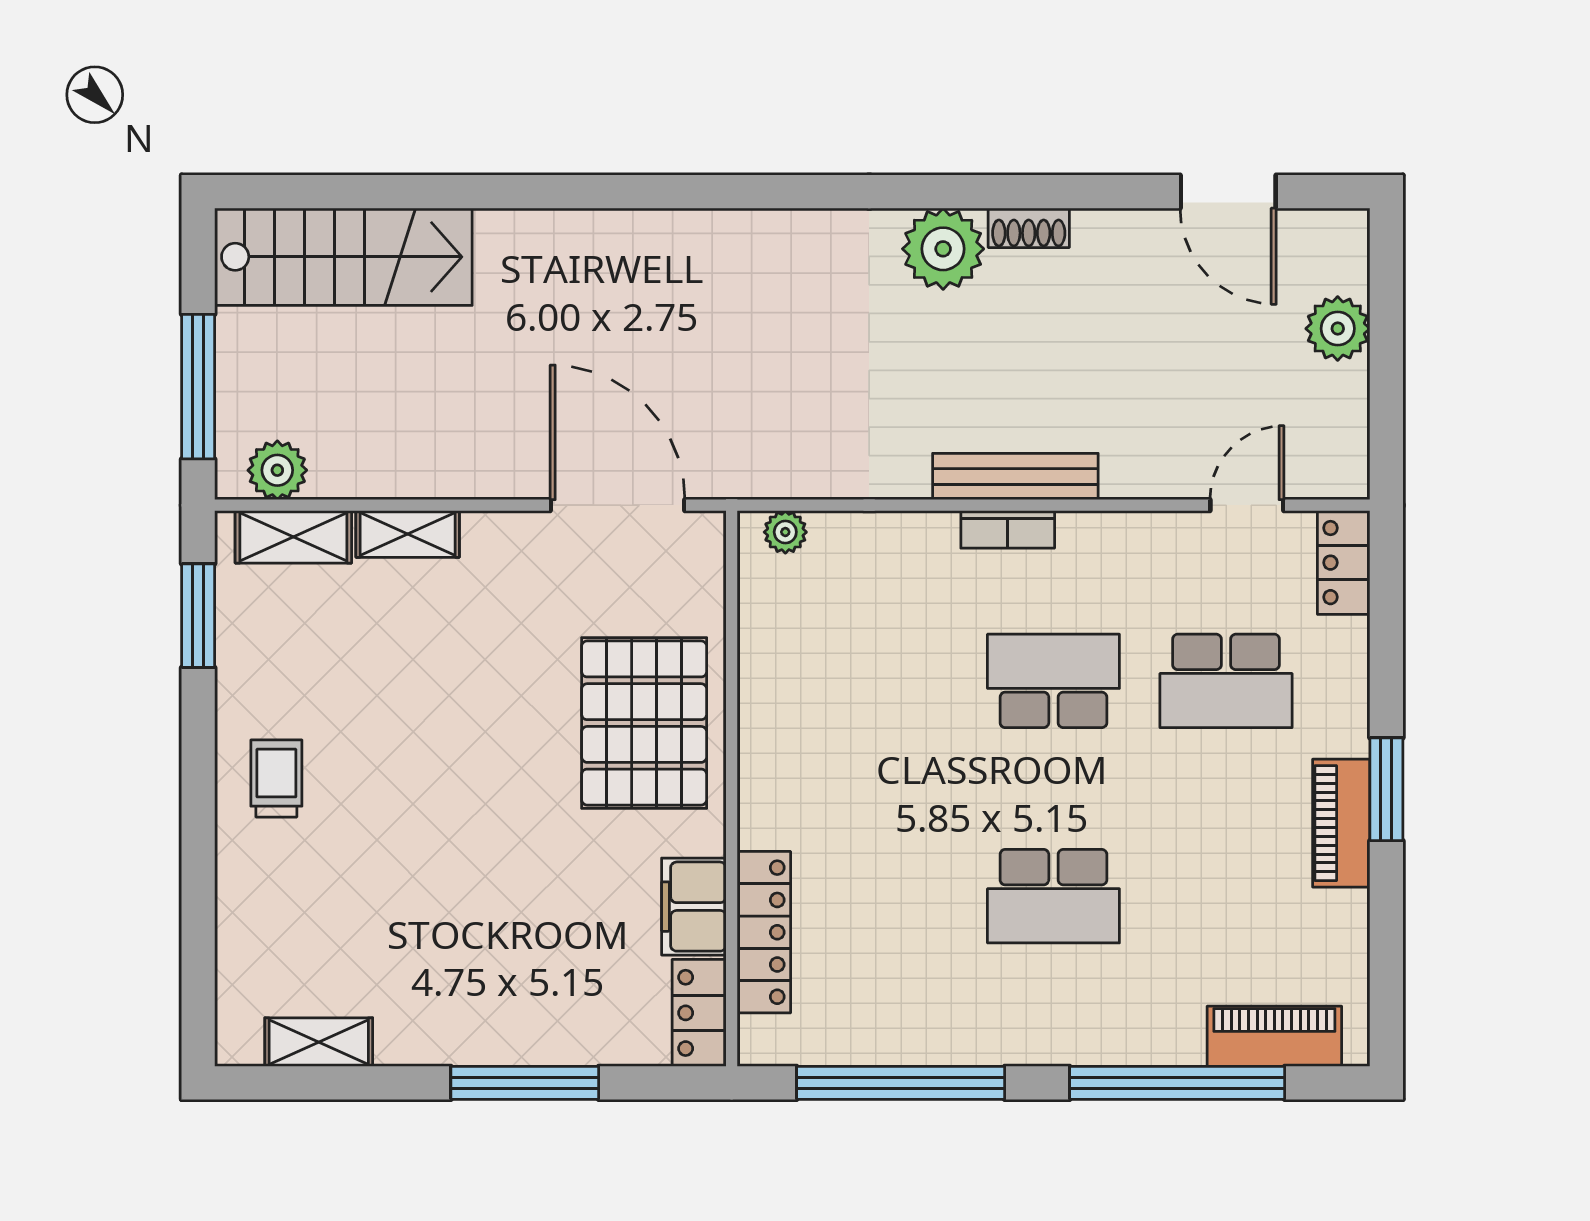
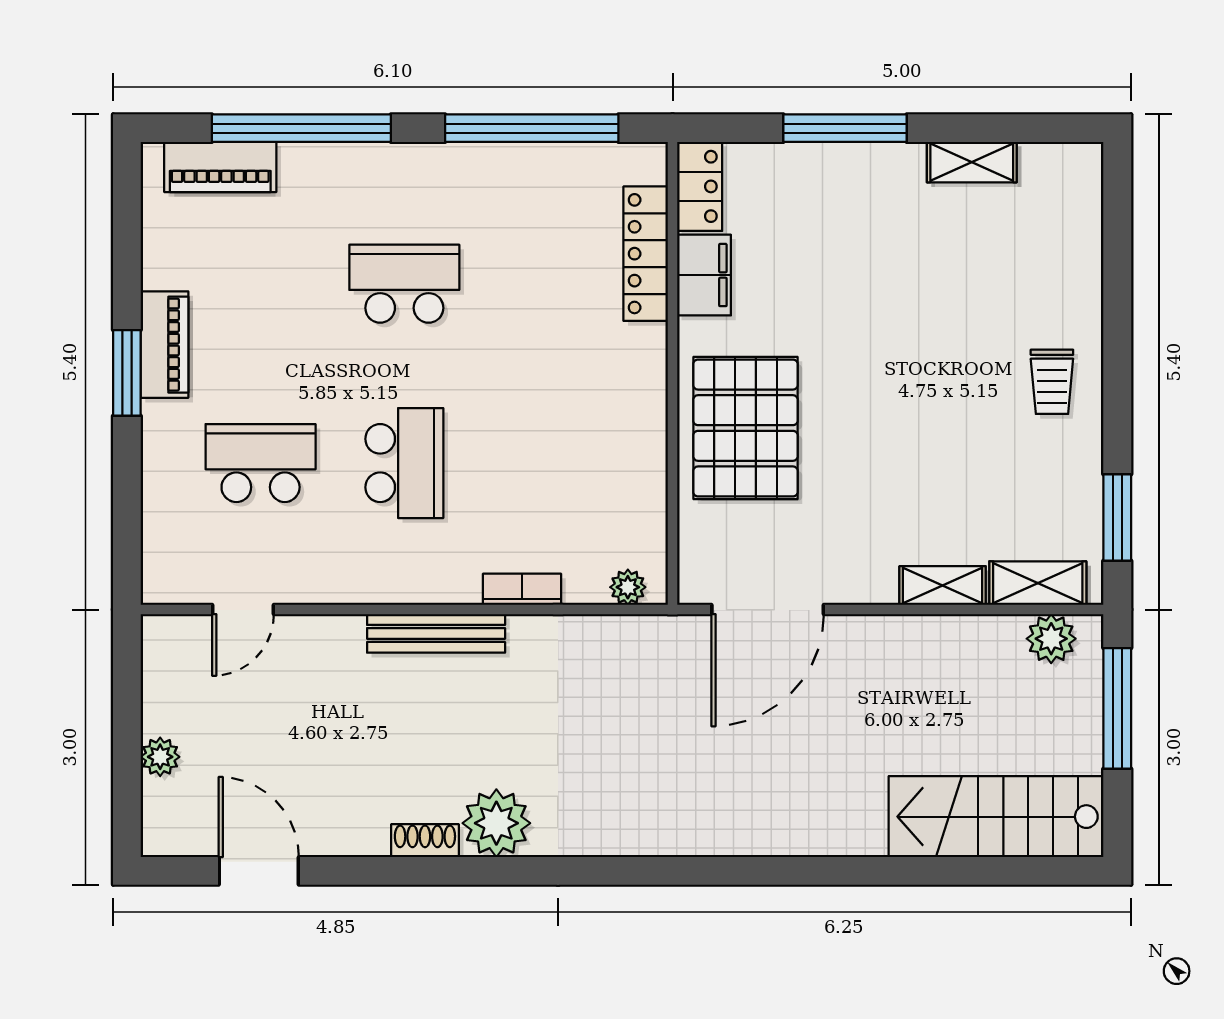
plant: (1338, 329) -> (160, 757), width x0.73, depth x0.73
door: (618, 505) -> (768, 610), hinge flipped
bookcase: (1008, 529) -> (522, 589), moved
locker: (1344, 563) -> (163, 562), removed
school desk: (1053, 681) -> (404, 463), turned -90
shelving: (319, 1042) -> (972, 162), moved

